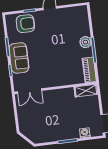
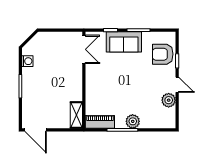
plant: (64, 14) -> (169, 100), added
armchair: (25, 24) -> (163, 54), turned 90
double door: (29, 91) -> (84, 49), swing flipped
washing machine: (85, 133) -> (27, 61), moved

